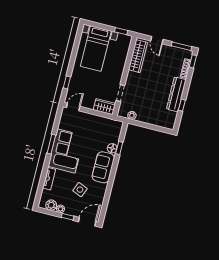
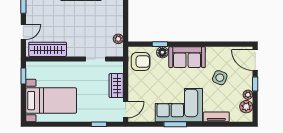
door: (73, 107) -> (126, 110), swing flipped
wardrobe: (104, 107) -> (116, 86), moved
armchair: (109, 129) -> (141, 62), added

